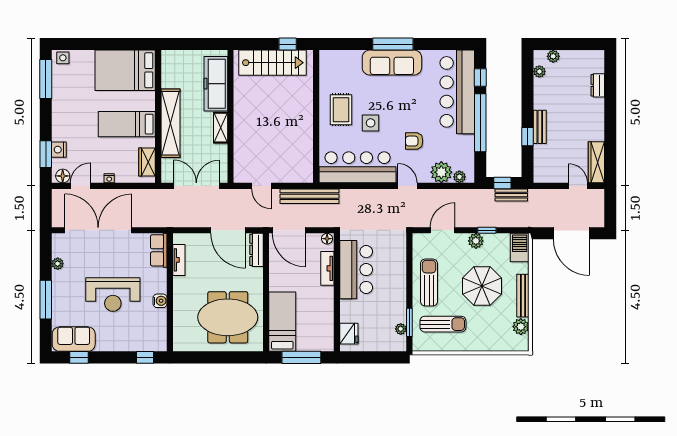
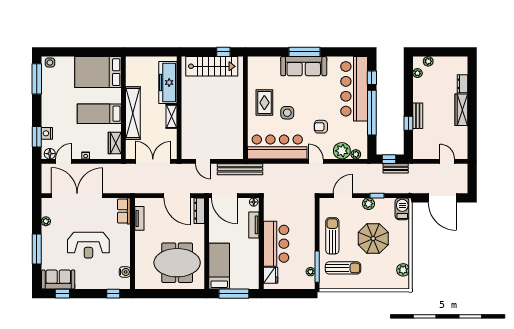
wardrobe: (596, 162) -> (461, 110), moved
bar counter: (356, 270) -> (276, 244), moved
bench: (523, 296) -> (405, 246), removed
water cooler: (160, 301) -> (125, 272), moved
window: (409, 322) -> (317, 267), width x1.44

